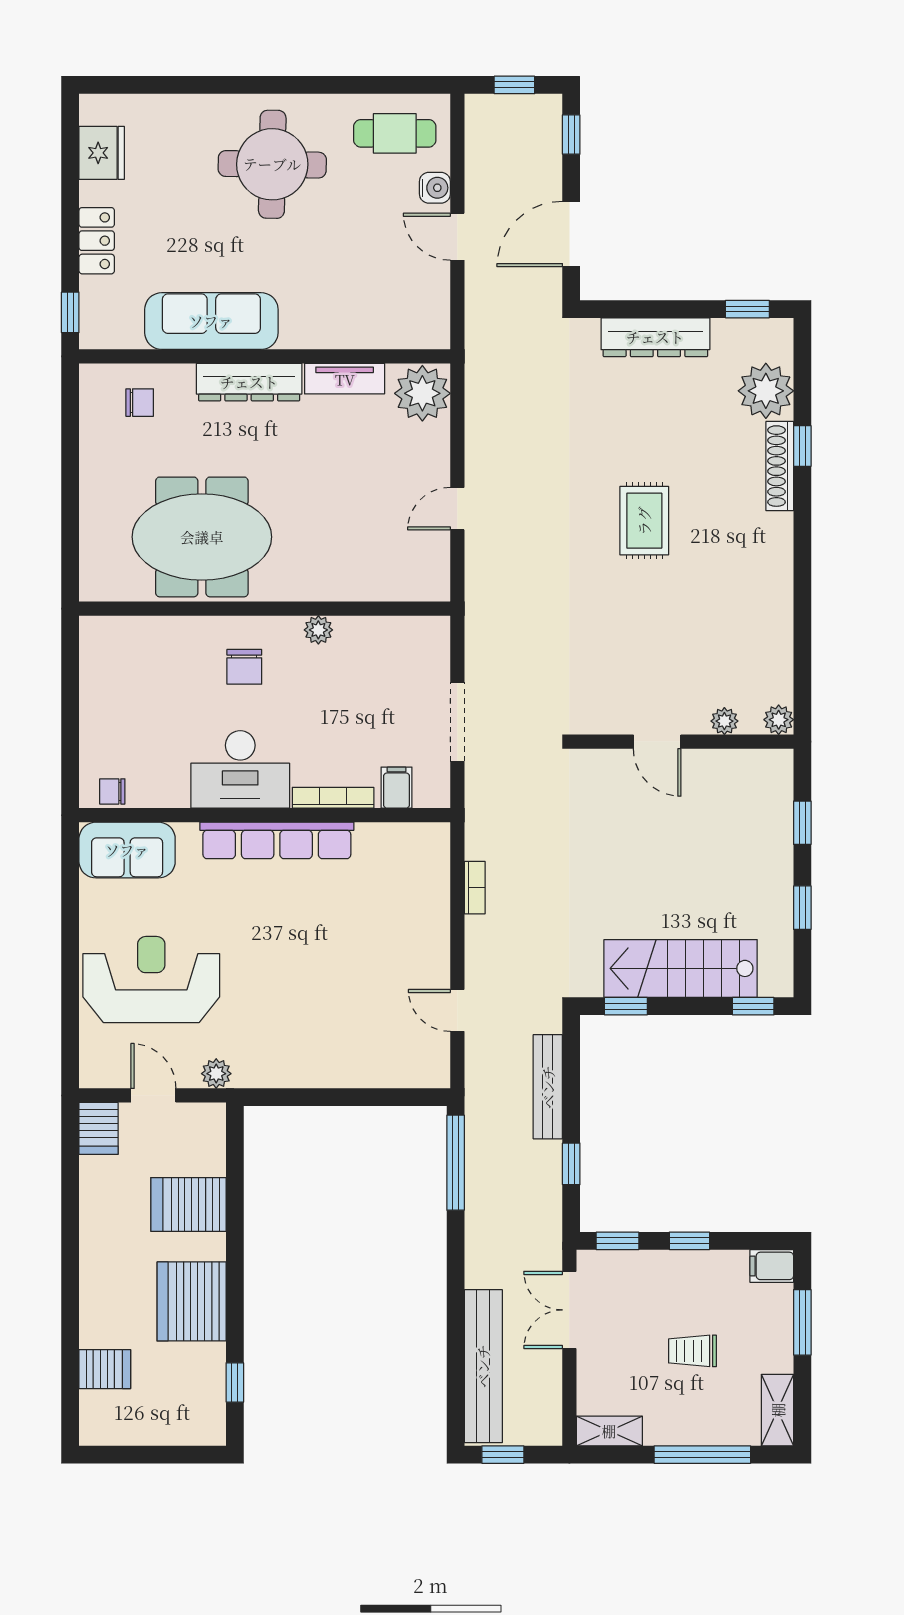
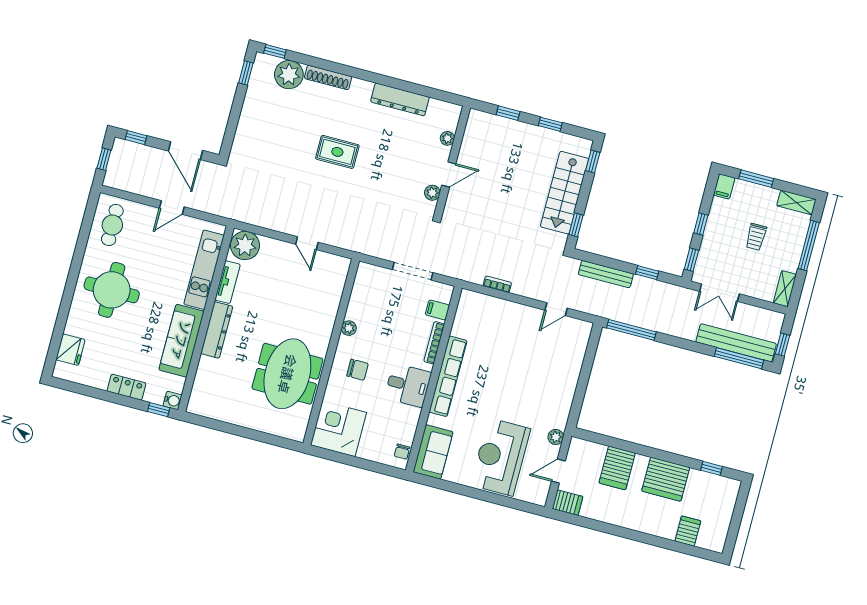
fridge: (102, 153) -> (70, 350), moved, turned 90
water cooler: (435, 188) -> (173, 400), moved, turned 90
kitchen unit: (356, 328) -> (204, 270), added
dresser: (655, 337) -> (400, 99), moved, turned 90
chair: (140, 403) -> (213, 387), removed
window: (802, 446) -> (275, 51), moved
corner desk: (124, 660) -> (338, 429), added
plant: (779, 720) -> (432, 193), moved
desk: (240, 769) -> (408, 385), width x0.73
window: (456, 1379) -> (739, 358), added

